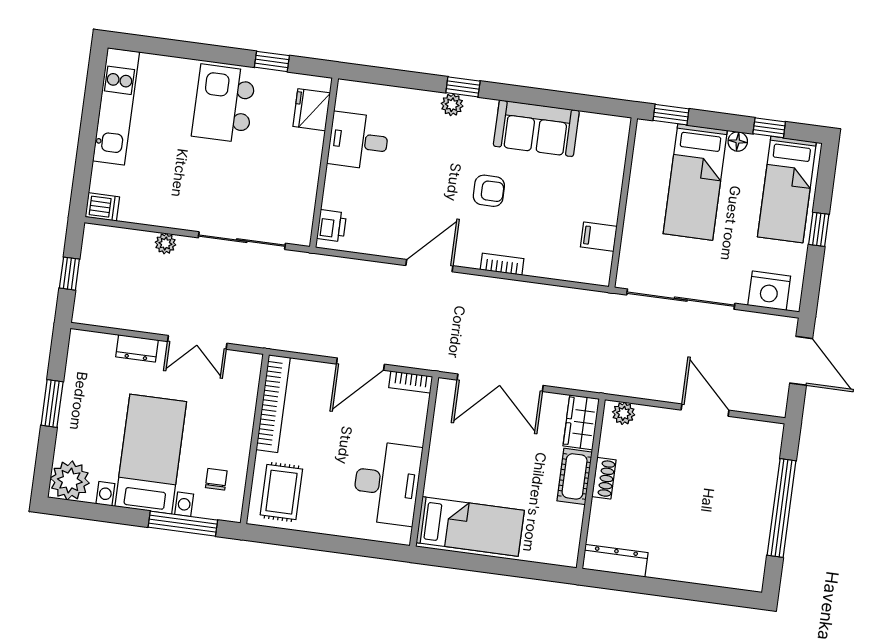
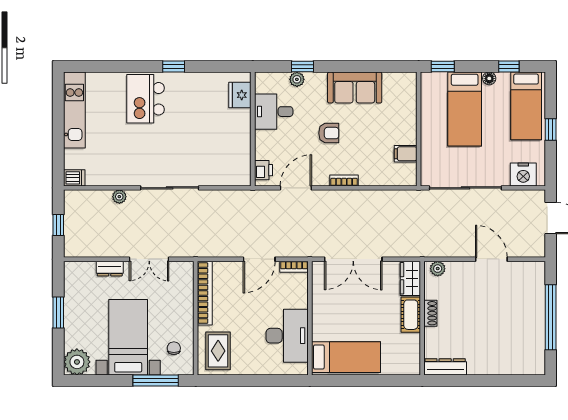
fridge: (312, 110) -> (240, 95), moved
desk: (358, 141) -> (274, 112), moved
wall: (324, 163) -> (253, 129), moved
printer: (332, 226) -> (263, 170), moved

